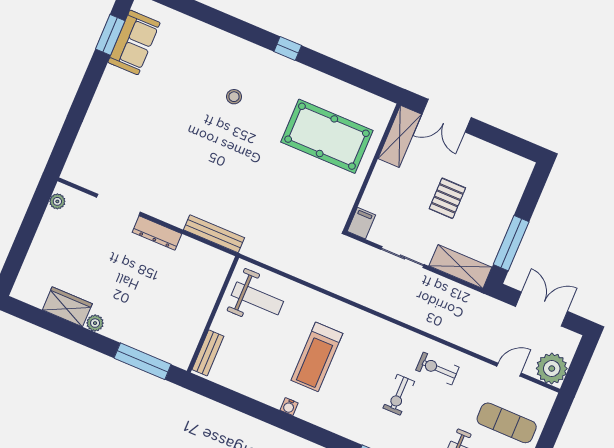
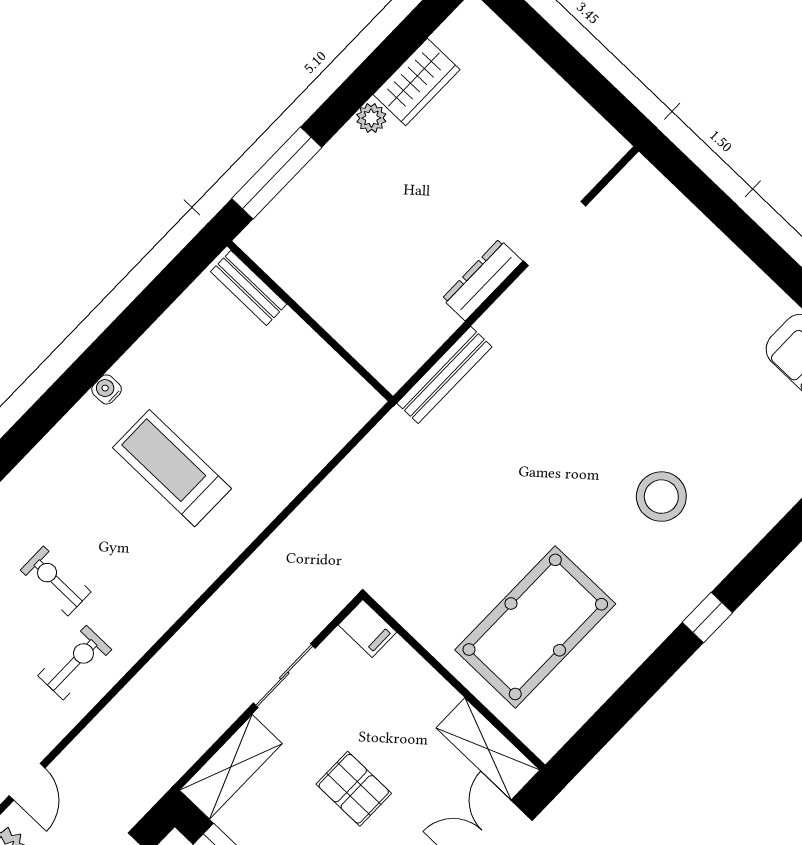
stool: (234, 97) -> (661, 497), width x1.89, depth x1.89
plant: (57, 201) -> (599, 133), removed
weight bench: (257, 298) -> (308, 406), removed

